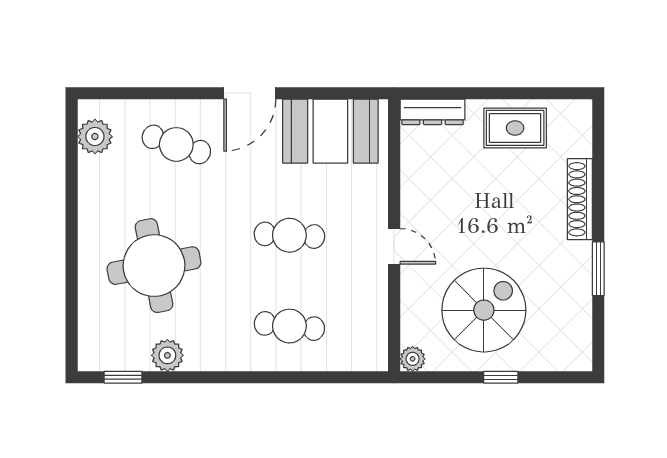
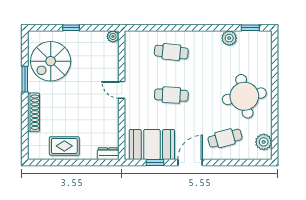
window: (324, 93) -> (155, 162), added
dresser: (433, 112) -> (108, 154), width x0.70
cafe table: (176, 144) -> (225, 138), turned -33
round table: (154, 266) -> (244, 96), moved
spiral stairs: (484, 310) -> (51, 61), moved

